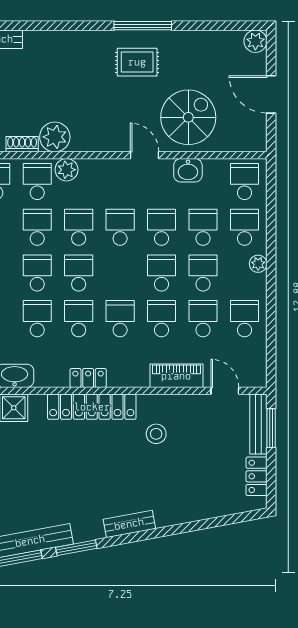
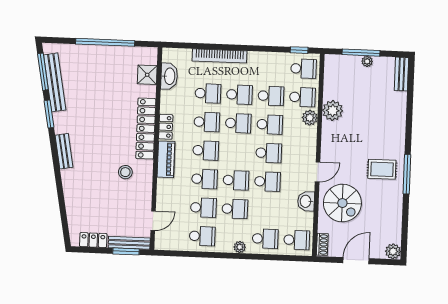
rug: (137, 62) -> (382, 169), turned 90
shoe rack: (22, 144) -> (322, 244), moved
school desk: (203, 227) -> (266, 210), removed
piano: (176, 376) -> (166, 159), moved

